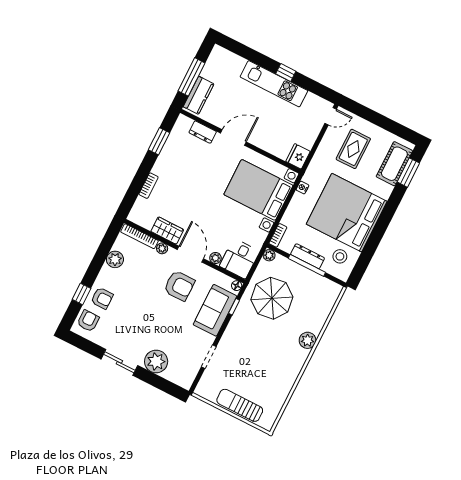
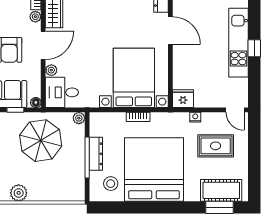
nightstand: (302, 188) -> (195, 117), moved
bookcase: (278, 235) -> (138, 117), moved

